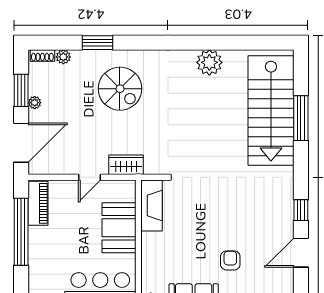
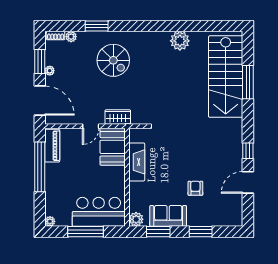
door: (21, 143) -> (40, 101), hinge flipped
fireplace: (152, 206) -> (137, 162), moved
booth: (119, 228) -> (113, 147), moved

